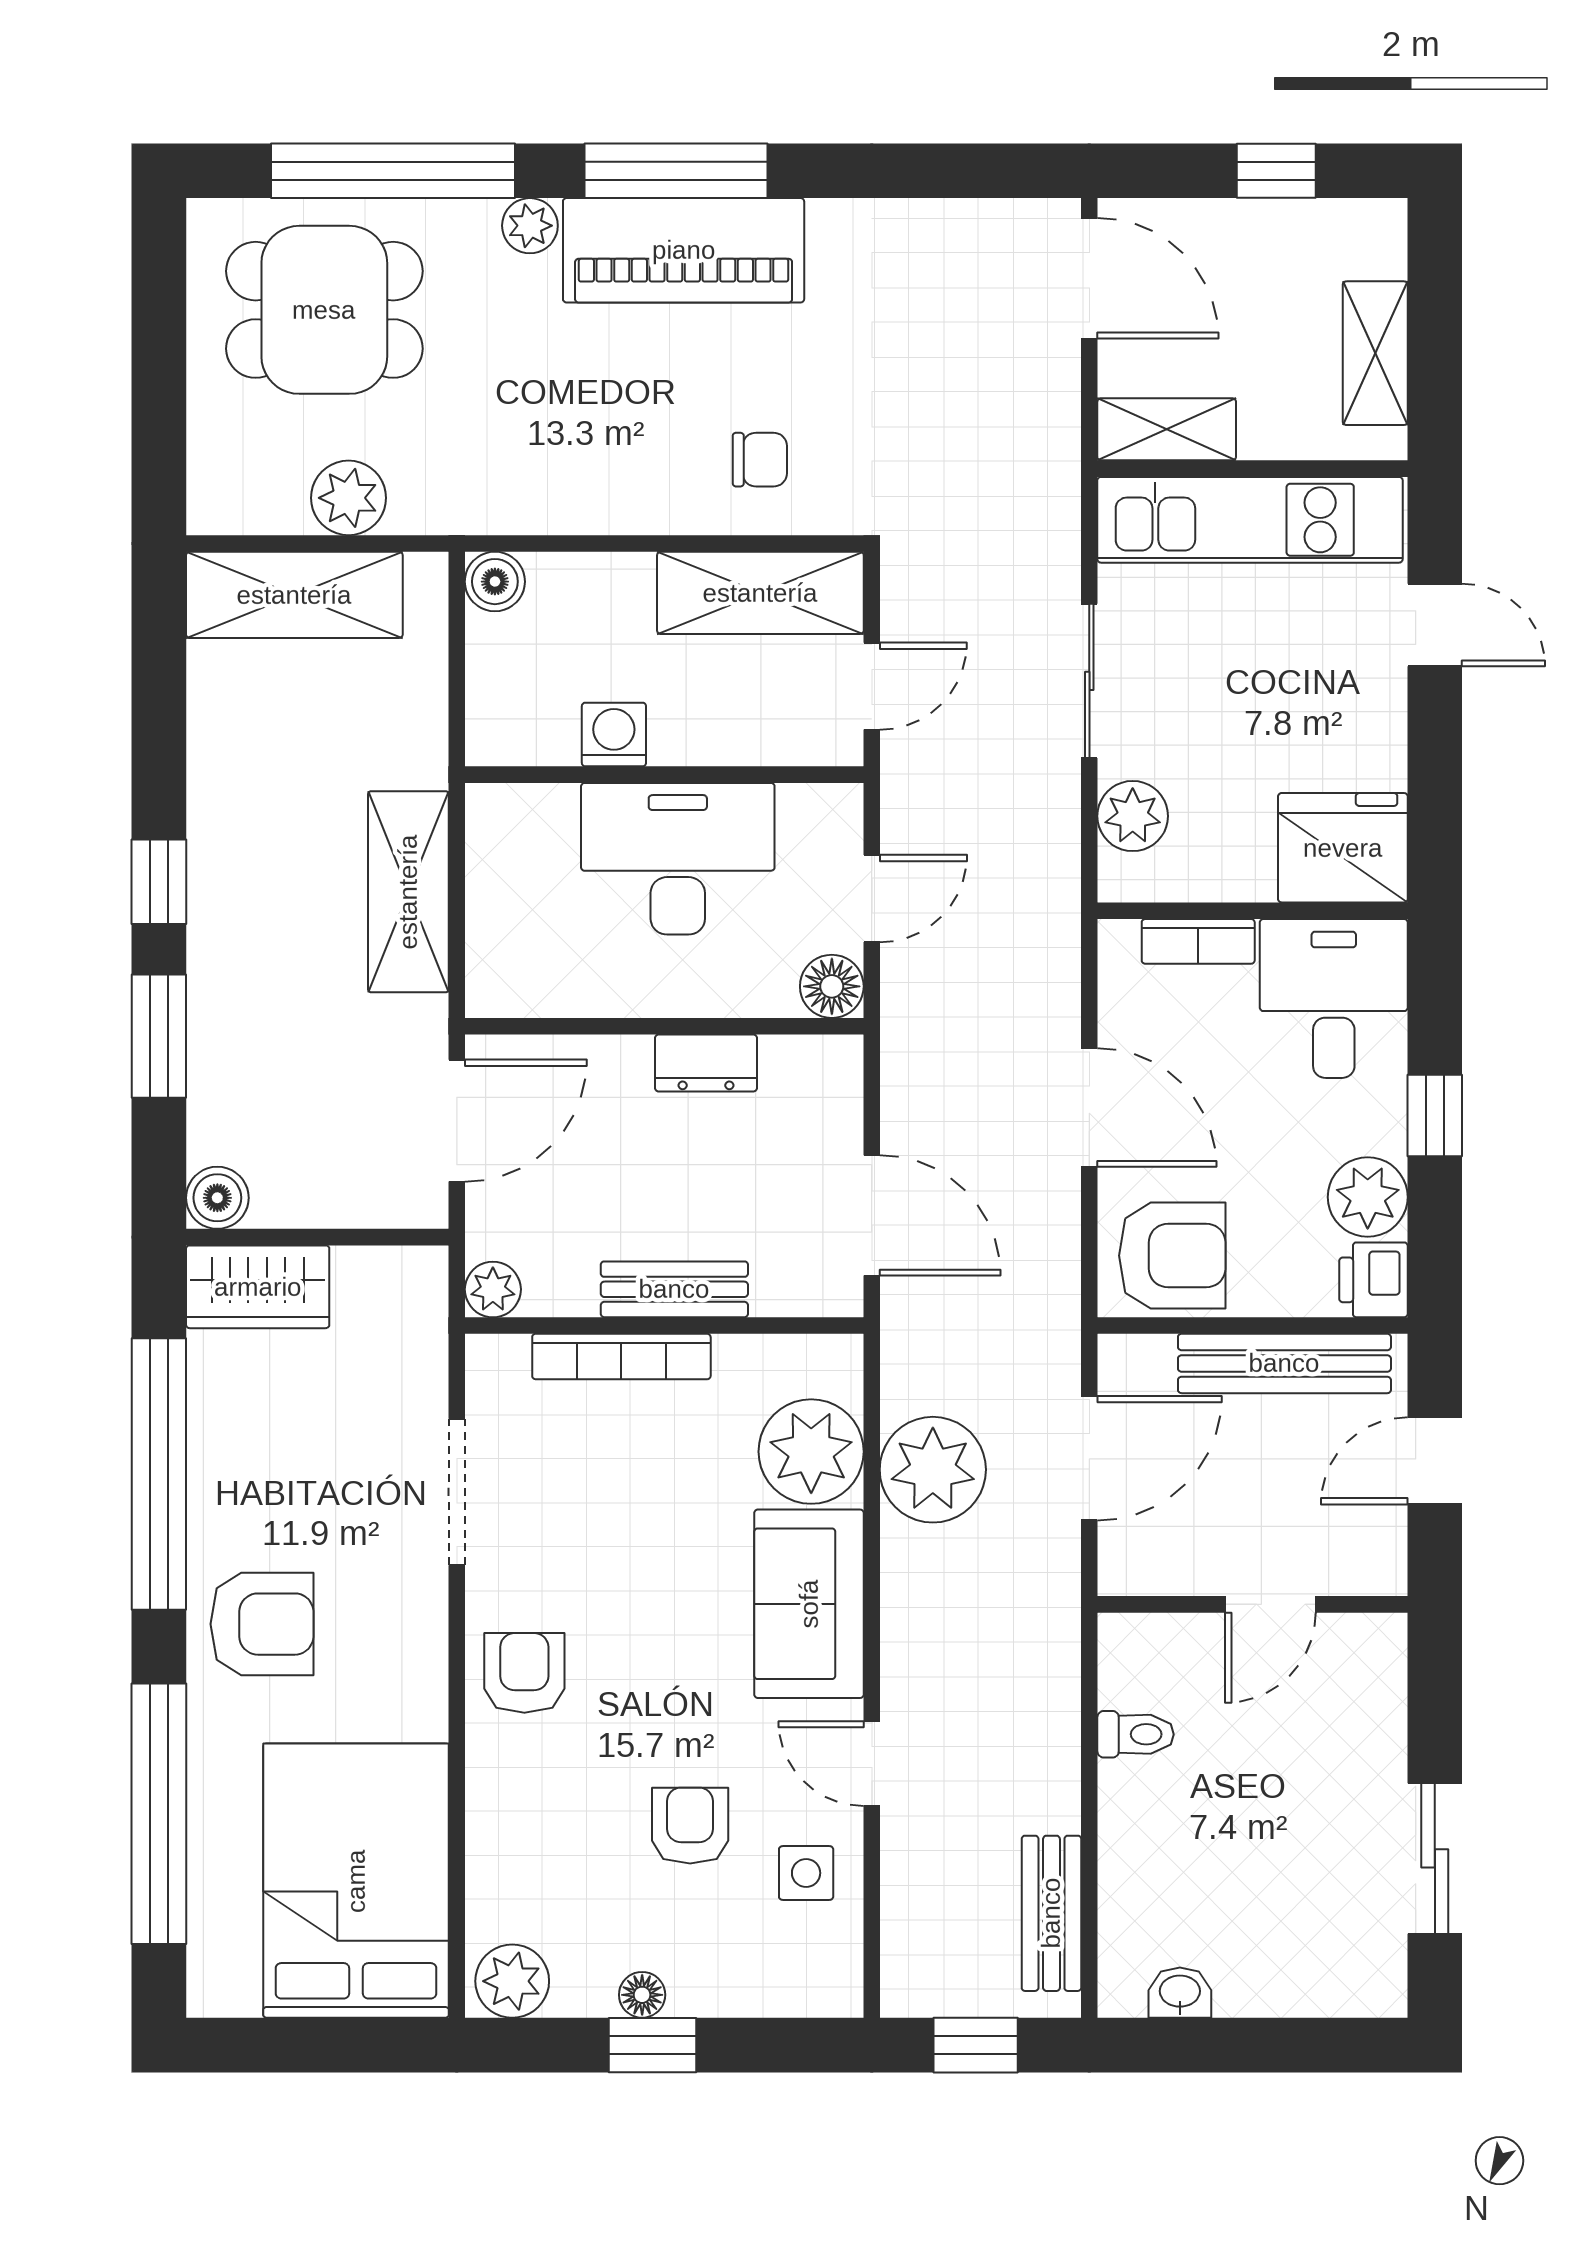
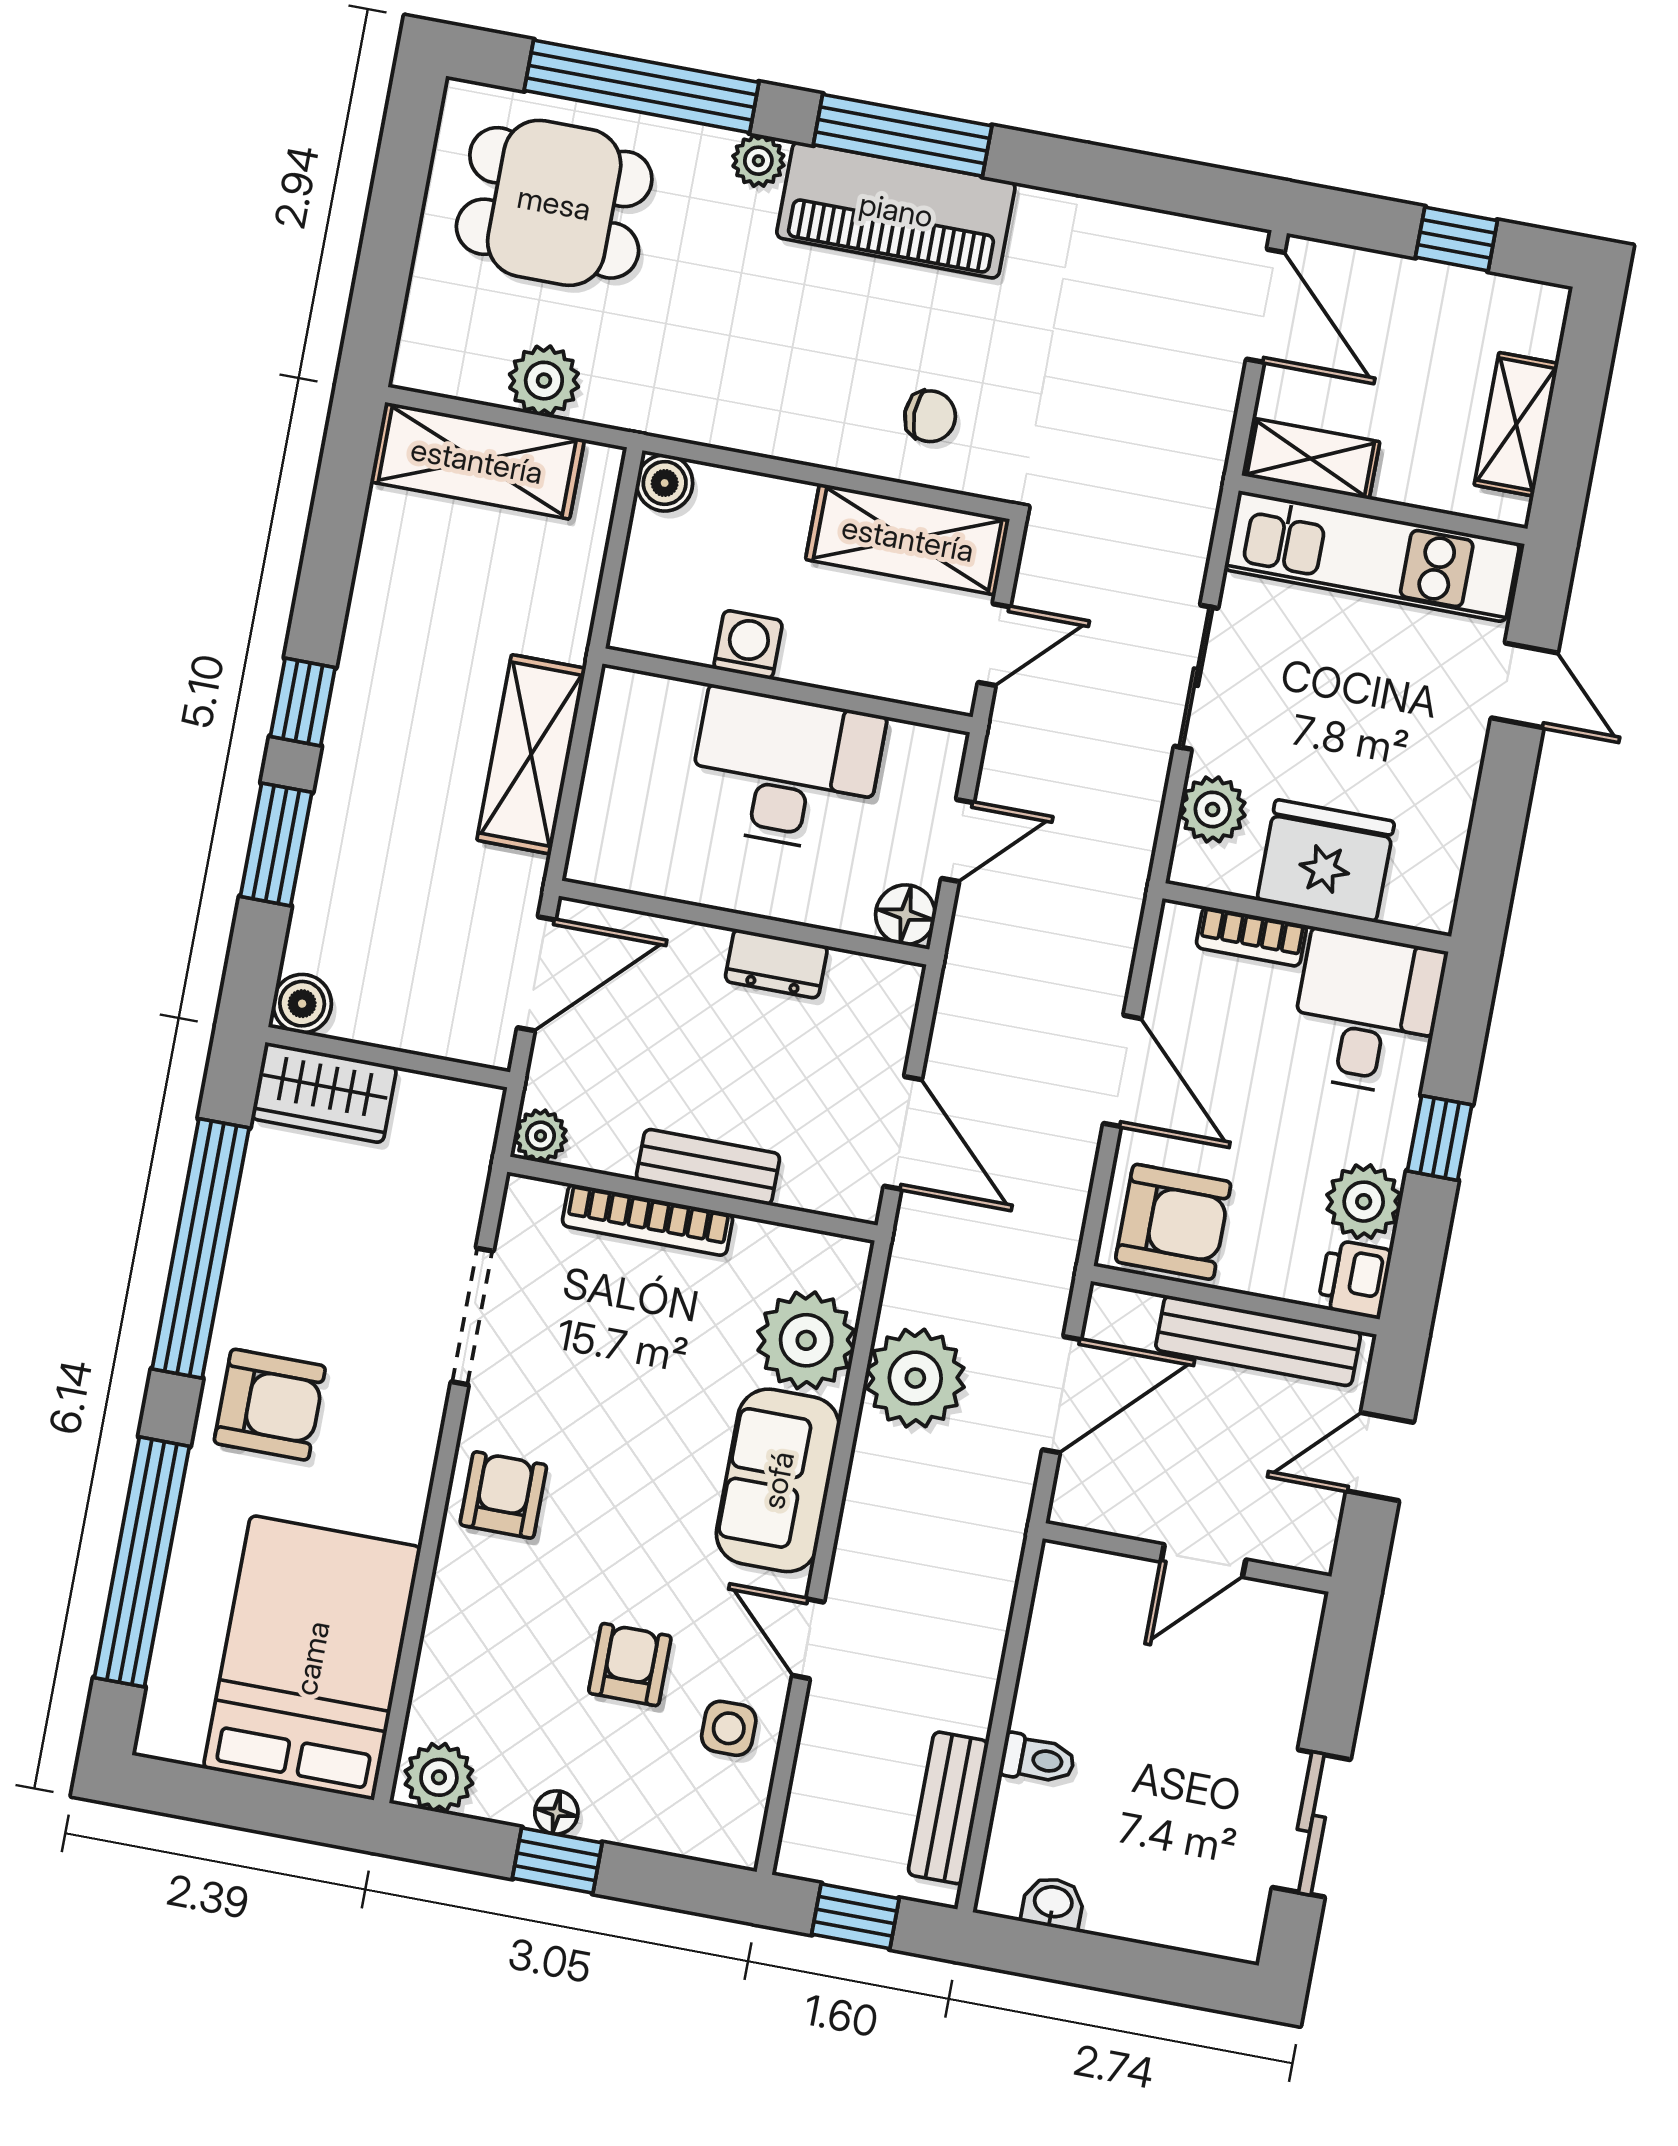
fridge: (1343, 848) -> (1326, 861), moved
toilet: (1136, 1734) -> (1038, 1759), moved

